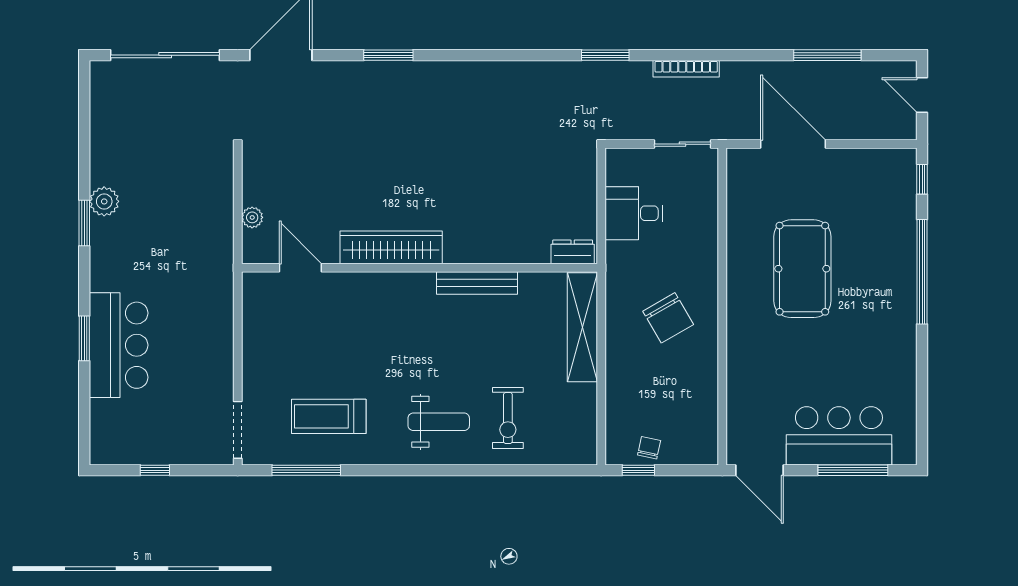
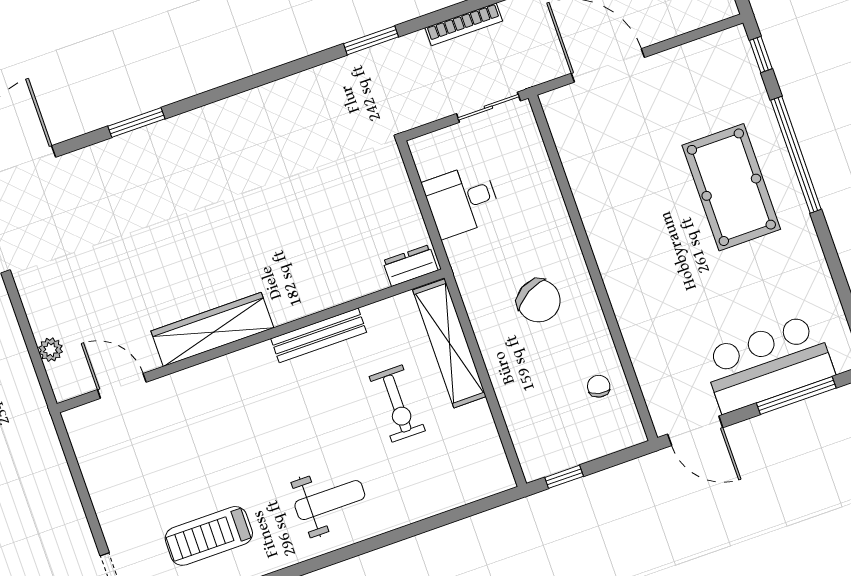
pool table: (802, 269) -> (731, 187), moved
exercise bike: (508, 418) -> (397, 404), moved
chair: (649, 448) -> (599, 386), moved

